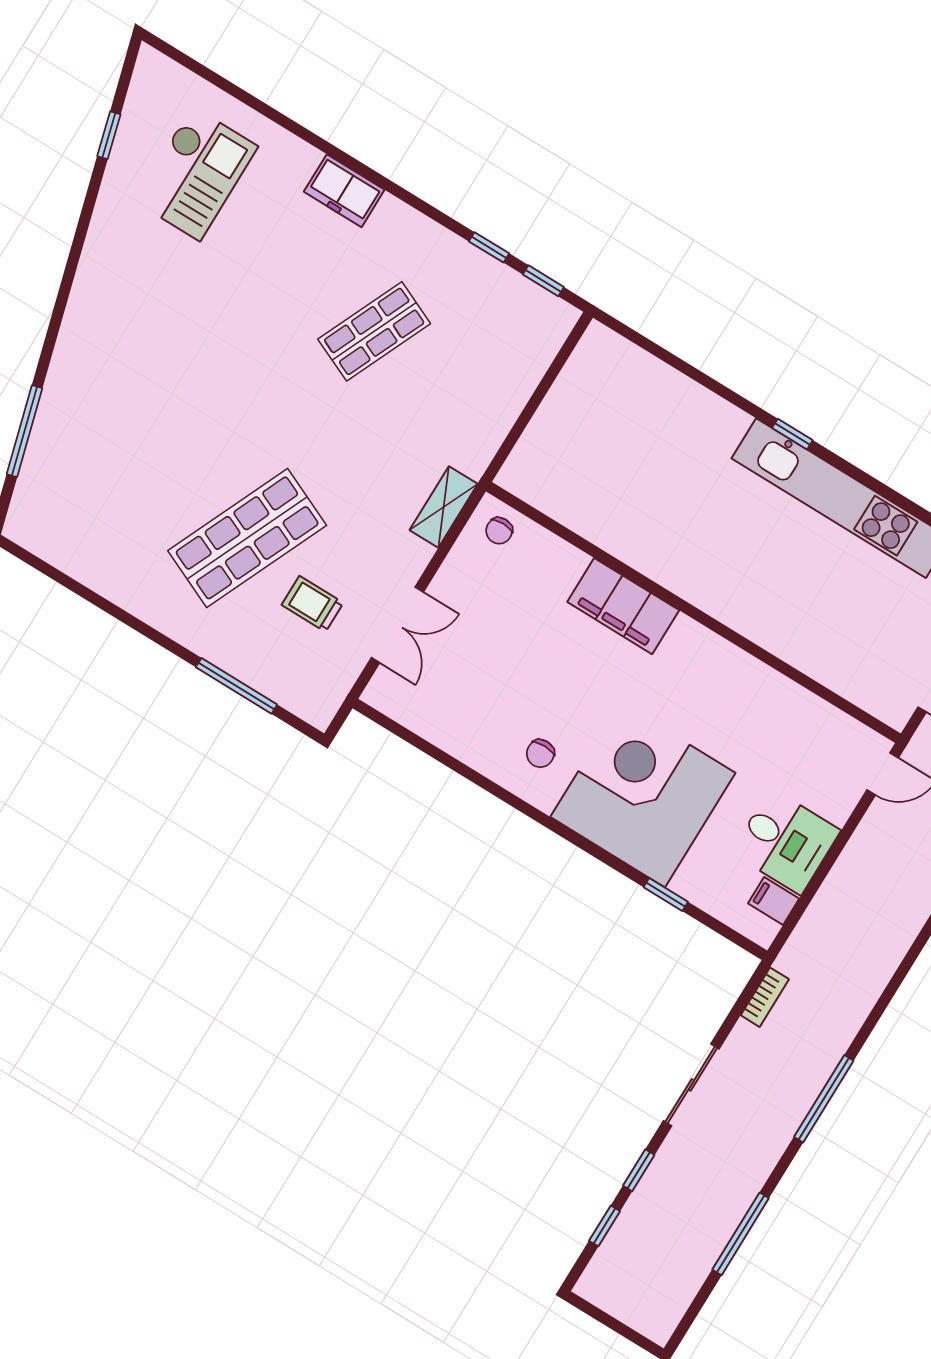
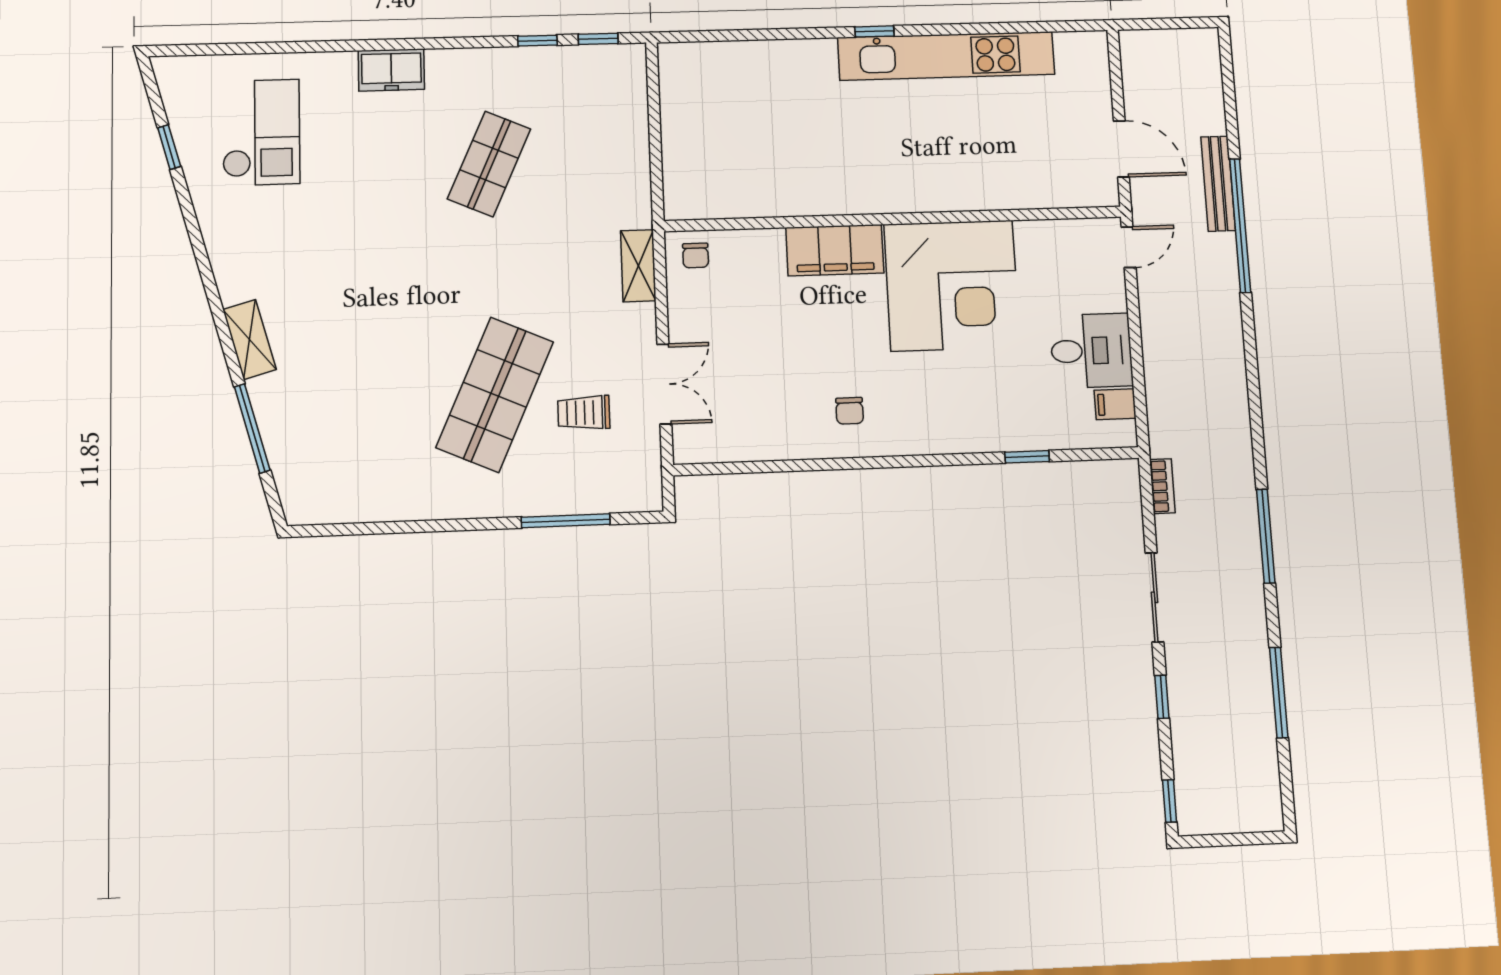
shelving: (71, 352) -> (249, 339), added
corner desk: (643, 795) -> (952, 285), moved, turned 180
window: (605, 1226) -> (1170, 801), moved

